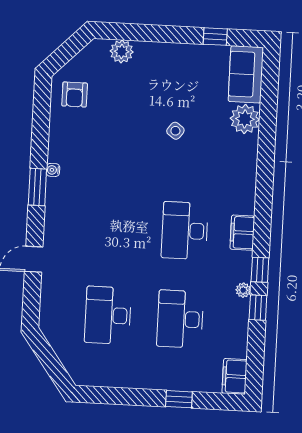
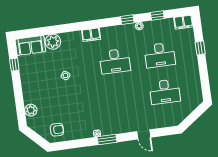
filing cabinet: (242, 233) -> (91, 35), moved
window: (258, 308) -> (157, 16), moved

